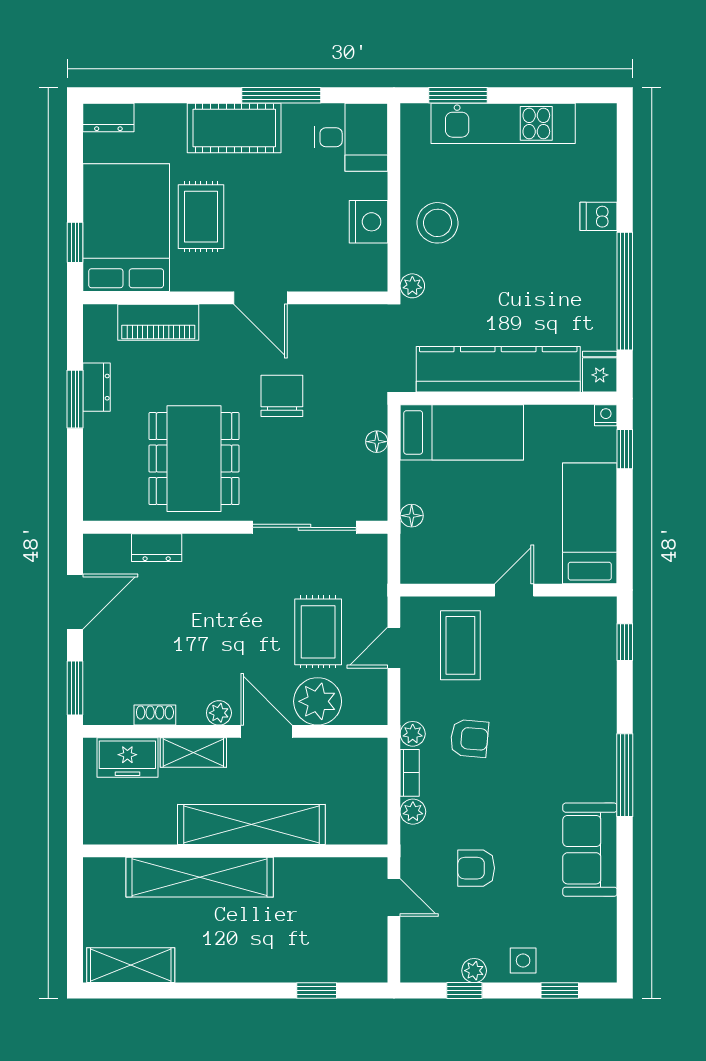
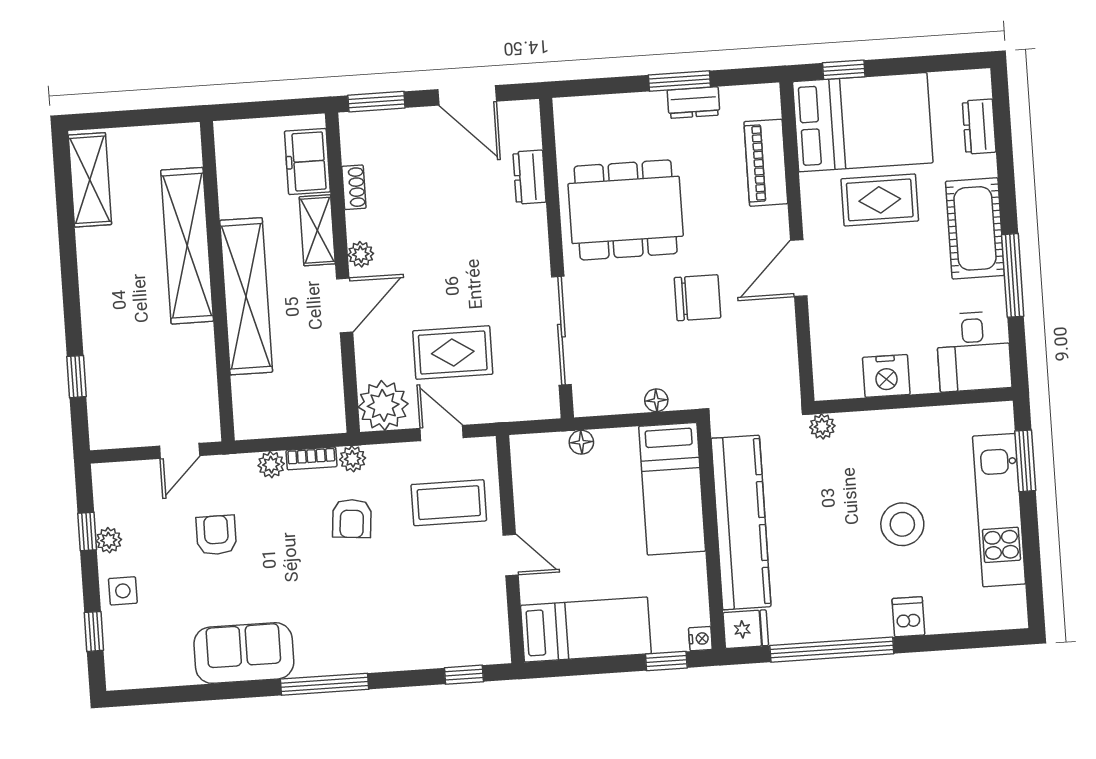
dresser: (108, 117) -> (979, 127), moved
stool: (438, 223) -> (902, 524), moved
plant: (318, 701) -> (383, 405), moved

